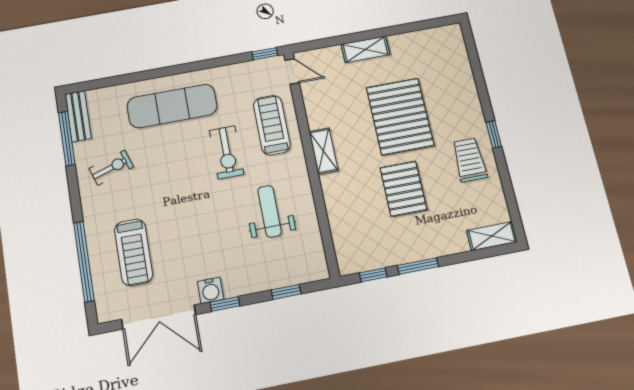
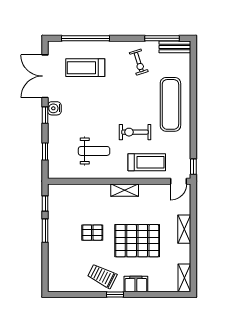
filing cabinet: (469, 106) -> (136, 284), added
trolley: (470, 160) -> (102, 276), turned -153
pallet: (403, 189) -> (92, 233), width x0.67, depth x0.71
shelving: (492, 236) -> (184, 278), moved

